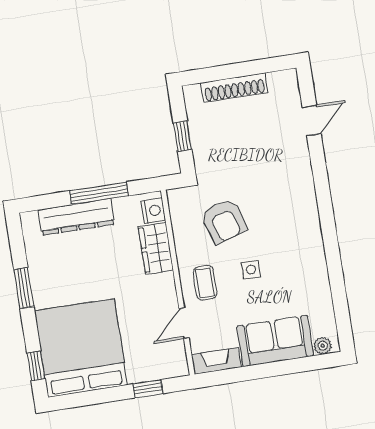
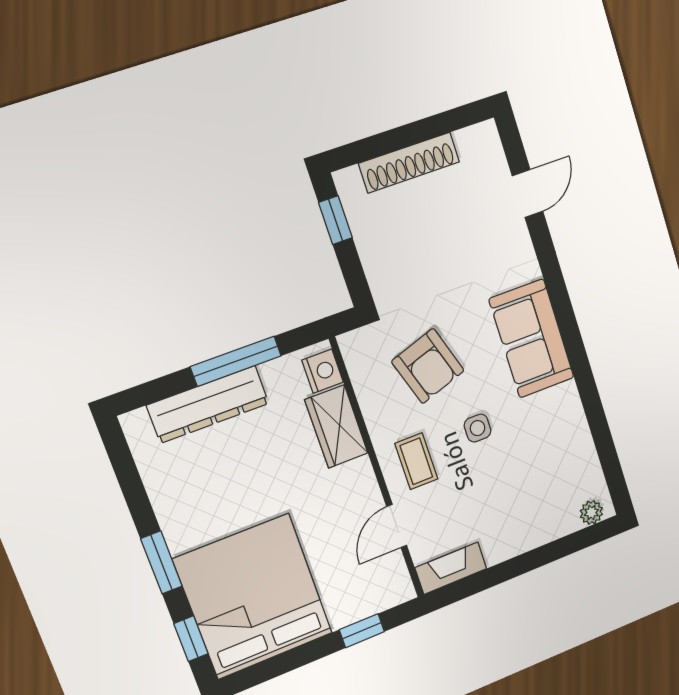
window: (182, 136) -> (335, 220), moved
window: (24, 288) -> (161, 562), moved
sofa: (275, 341) -> (532, 338), moved, turned -90

